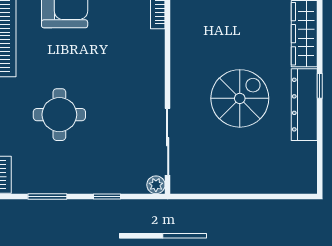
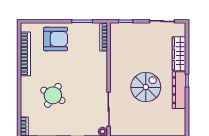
round table: (59, 115) -> (53, 95), turned 30

